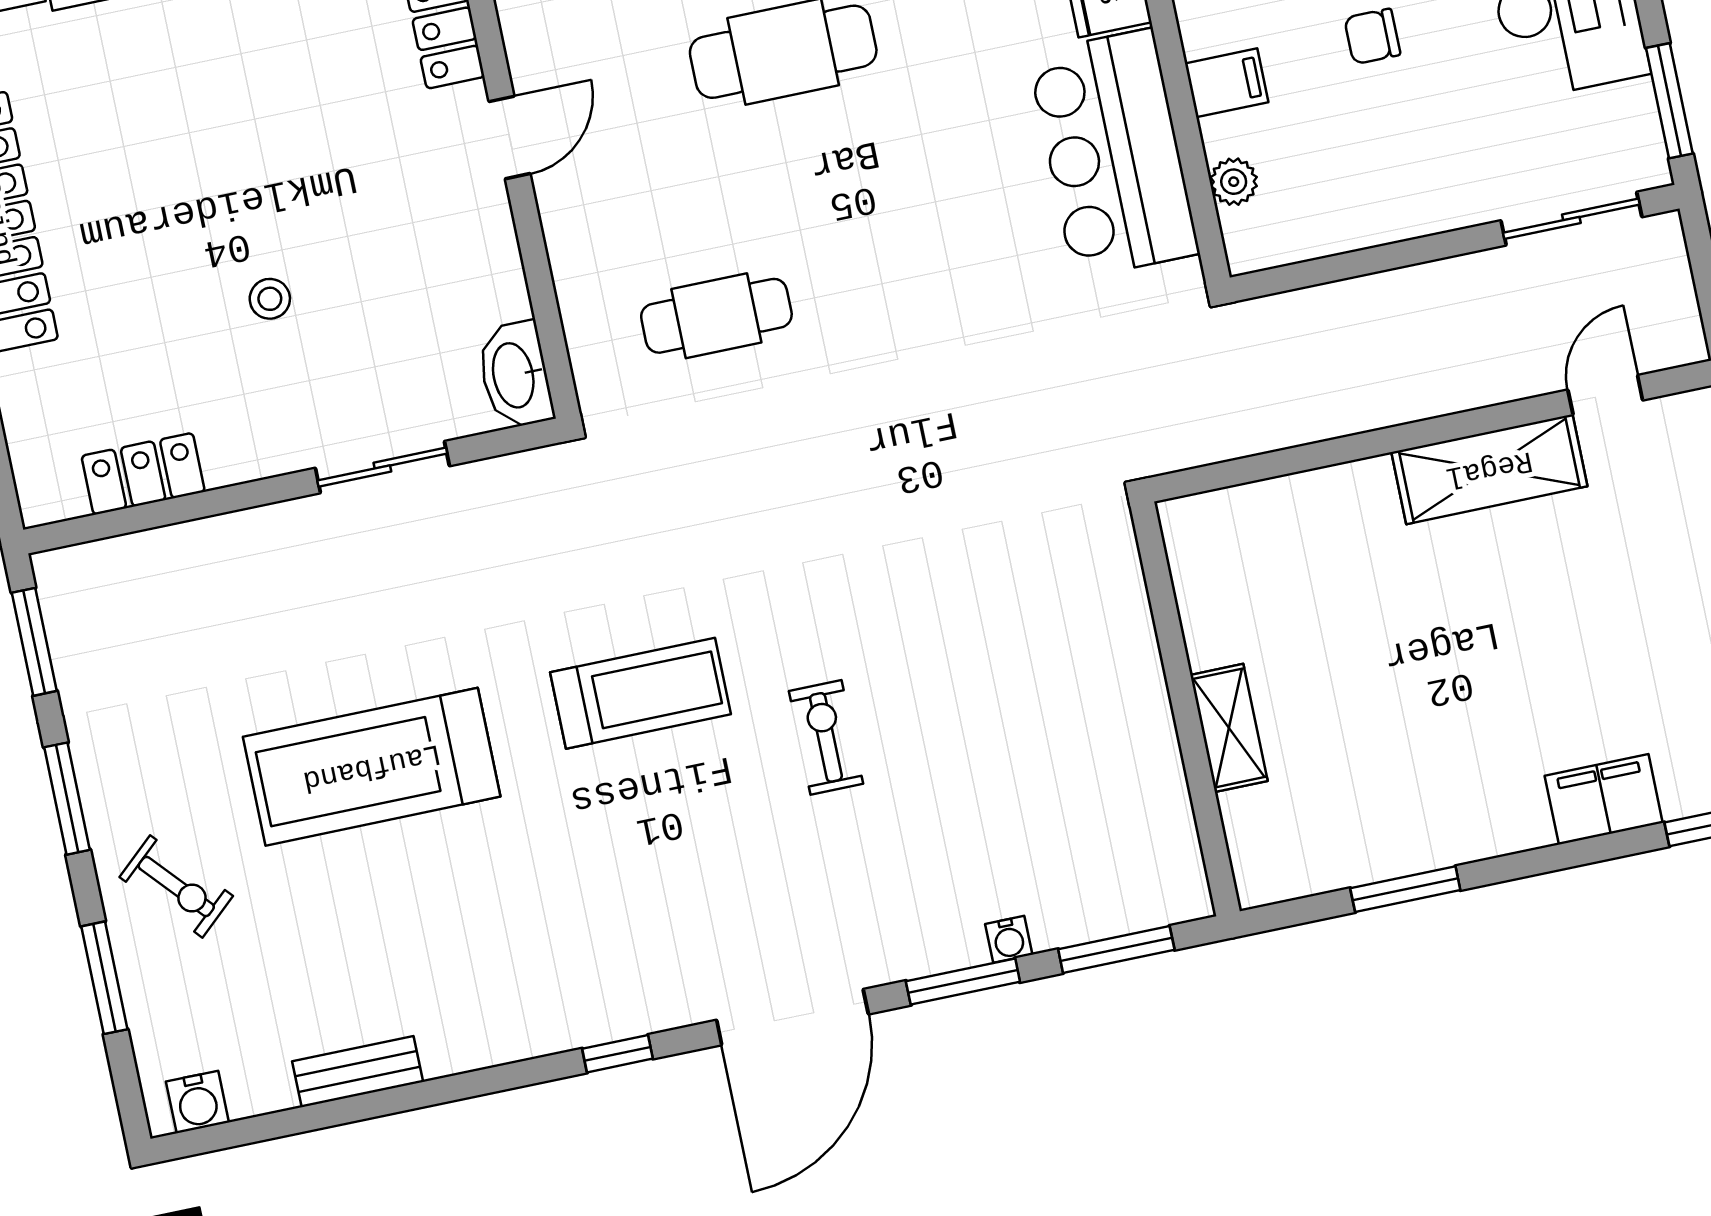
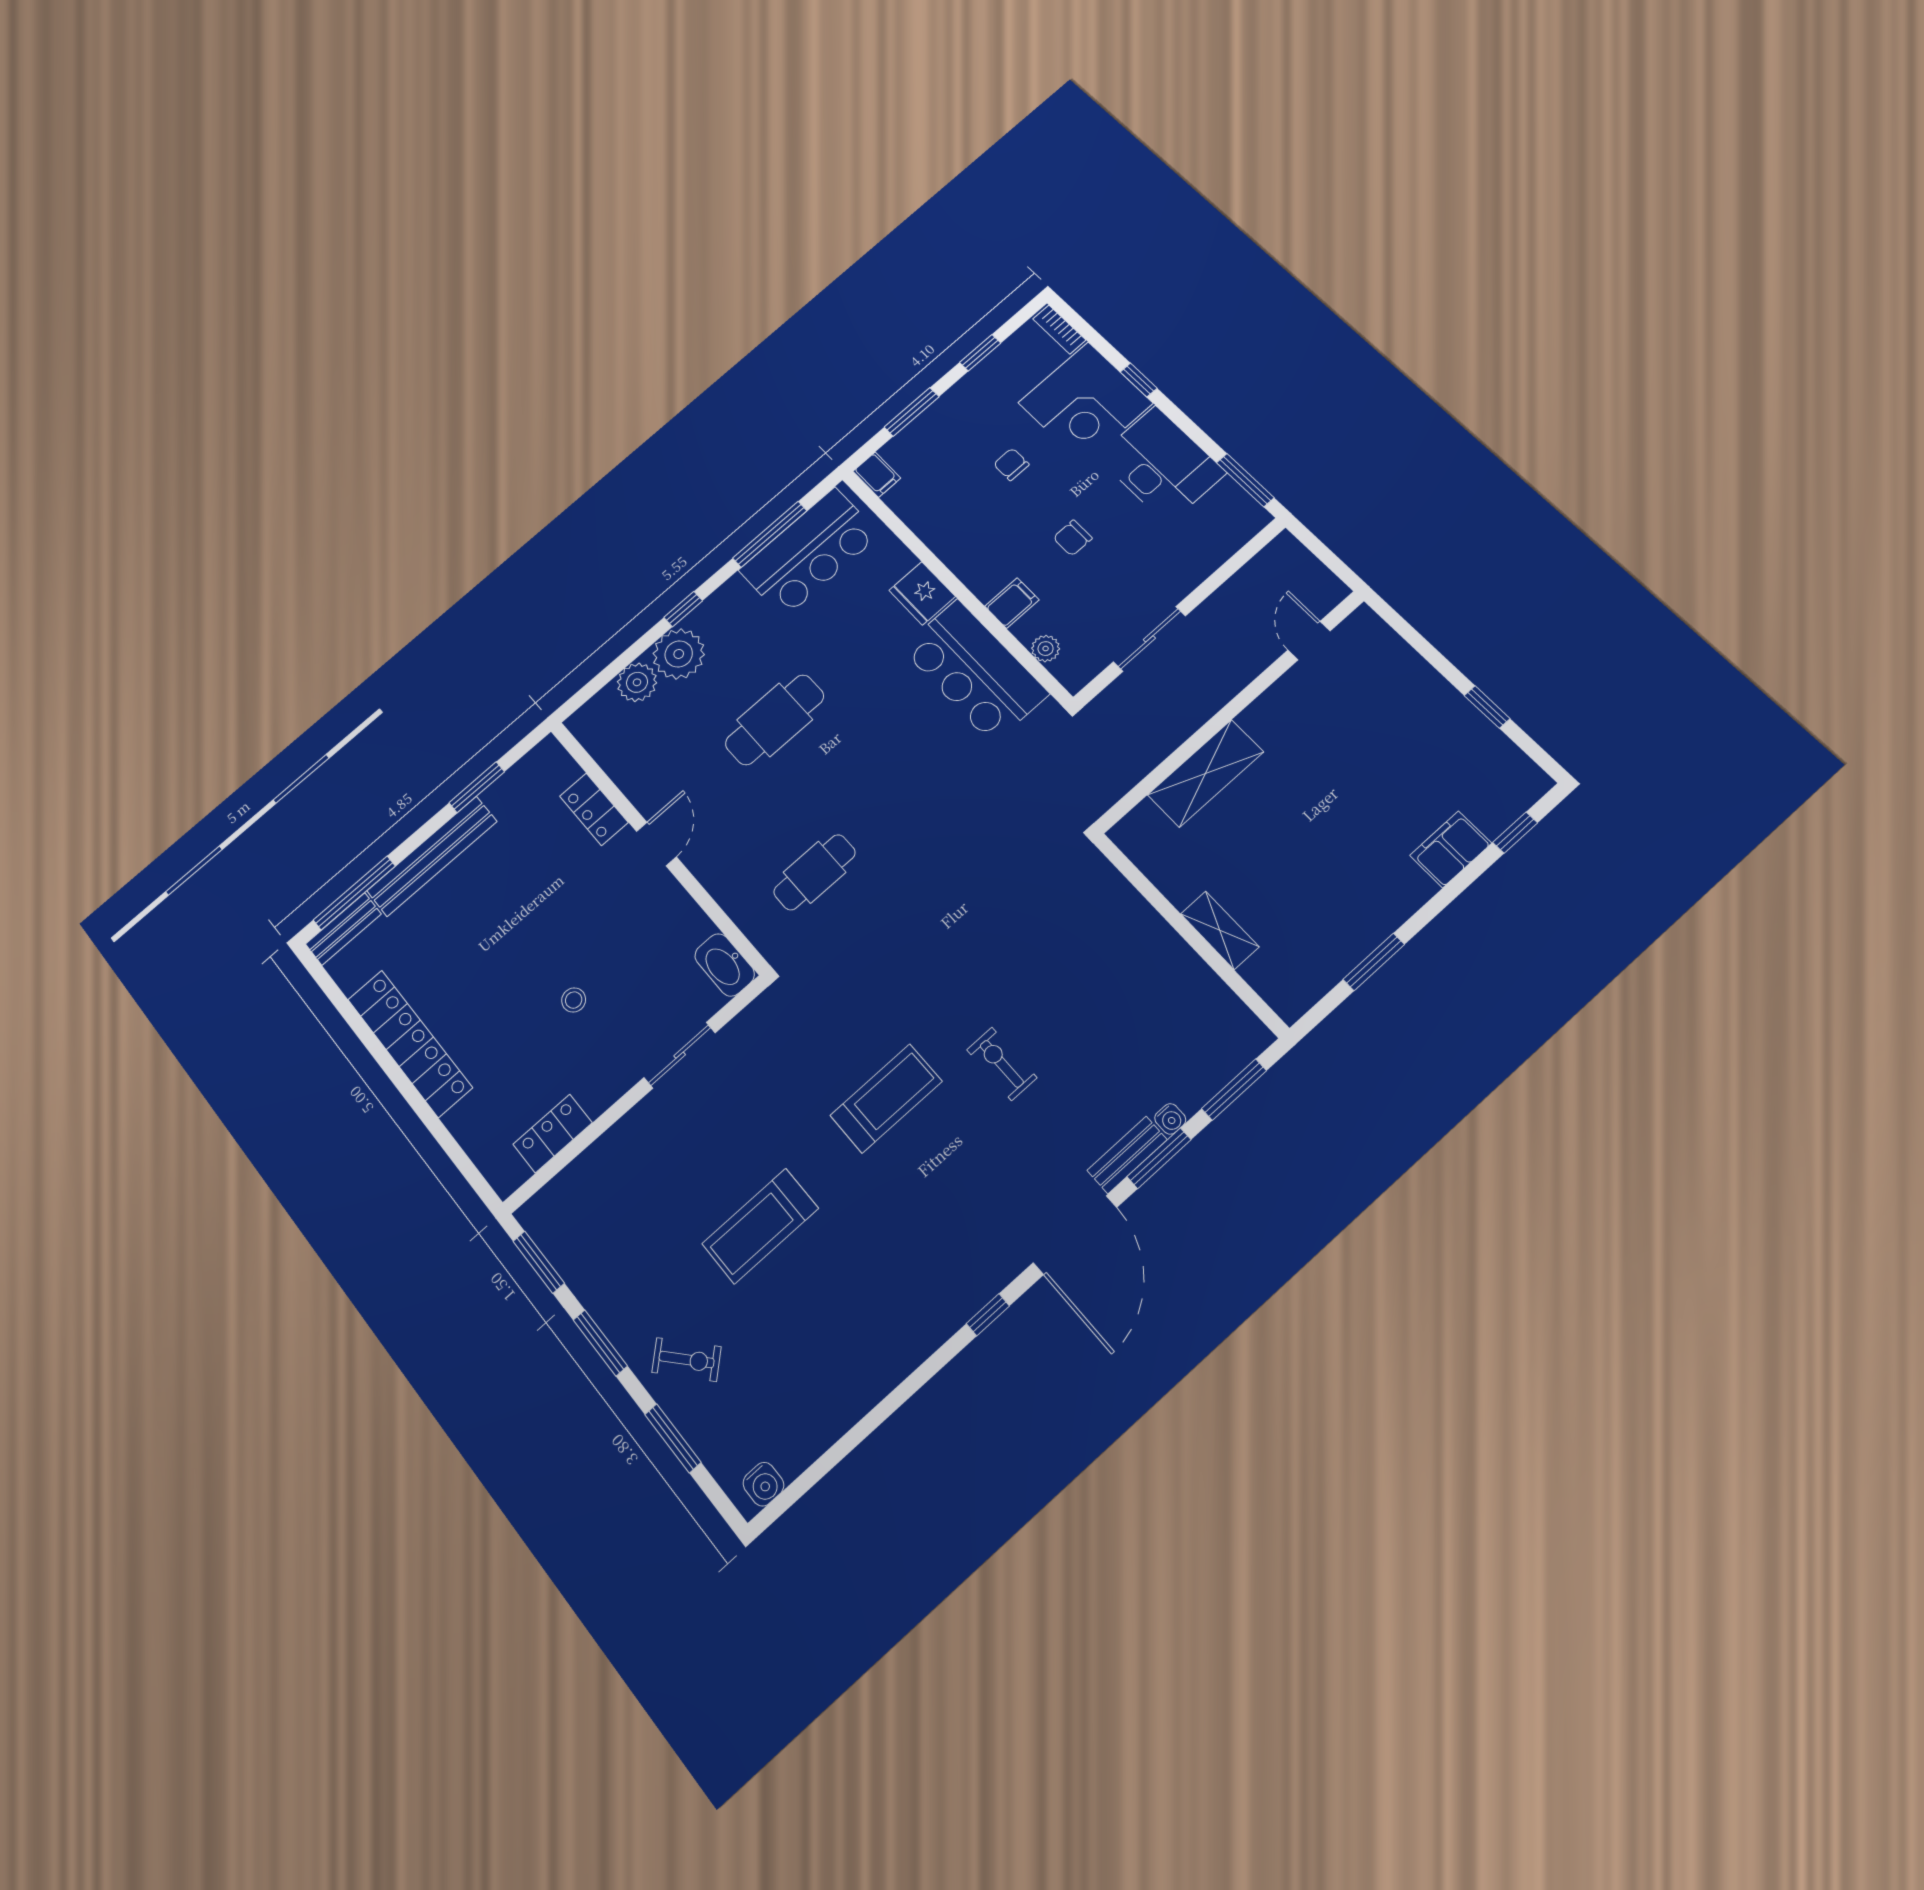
sliding door: (1571, 219) -> (1149, 639), moved
shelving: (1489, 469) -> (1206, 773), moved
treadmill: (372, 767) -> (760, 1226), width x0.73, depth x0.73
bench: (358, 1072) -> (1127, 1155), moved

